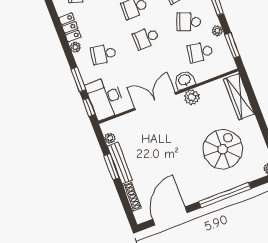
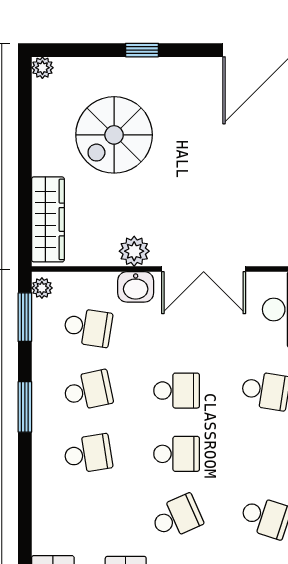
school desk: (189, 22) -> (88, 391), turned -33
plant: (217, 31) -> (42, 288), moved
window: (225, 195) -> (142, 50), width x0.32

